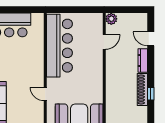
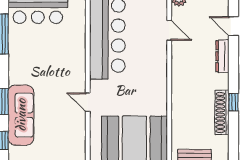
door: (104, 42) -> (169, 30), hinge flipped
shoe rack: (142, 89) -> (222, 112), moved

